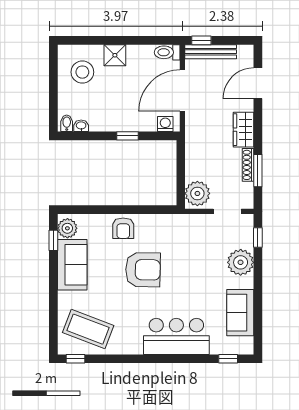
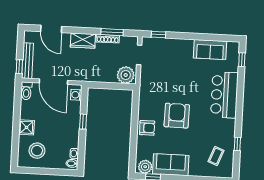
plant: (241, 262) -> (175, 47), removed
coffee table: (88, 329) -> (216, 156), width x0.54, depth x0.58
window: (76, 359) -> (237, 144), moved

